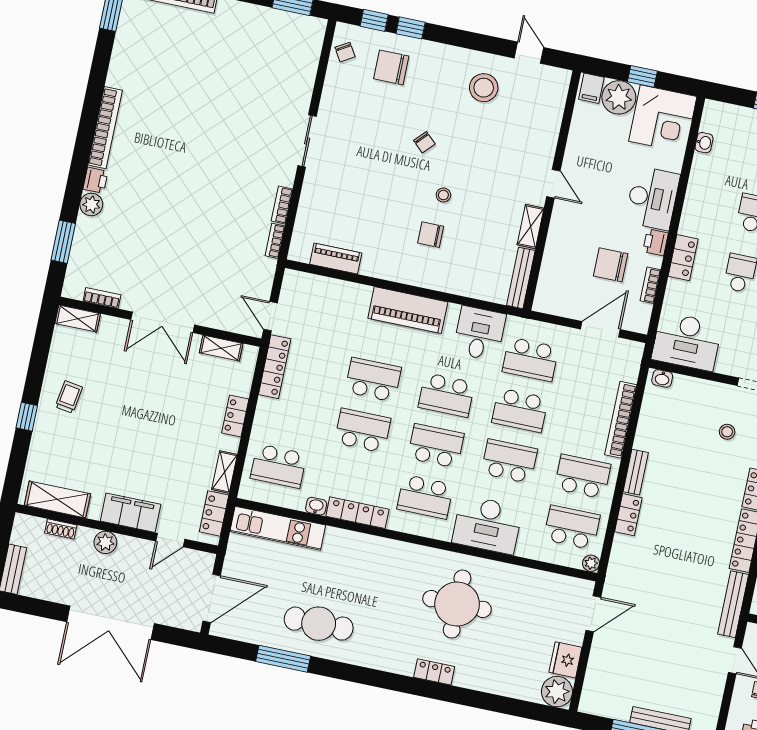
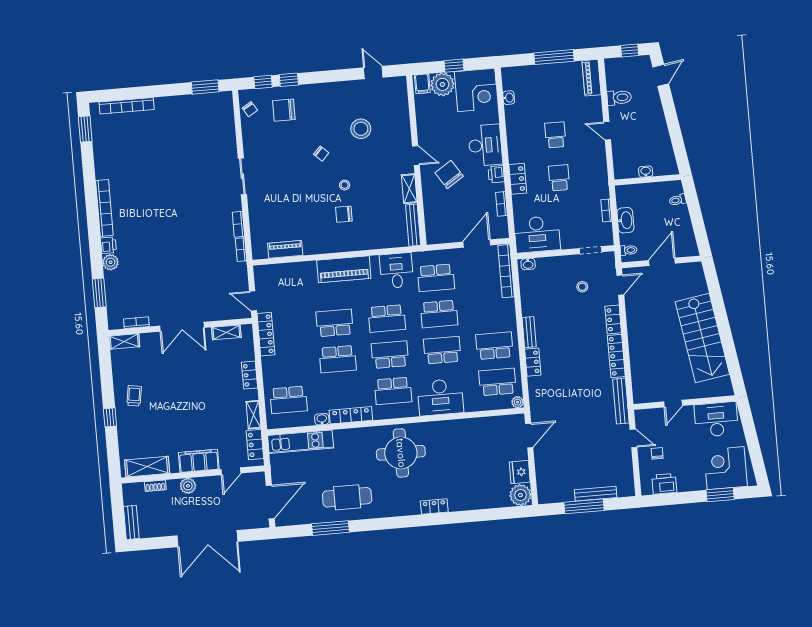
stool: (484, 88) -> (361, 129), moved
chair: (611, 265) -> (449, 174), moved, turned 57
bookcase: (621, 420) -> (506, 271), moved
school desk: (363, 431) -> (338, 359), turned 180
round table: (457, 604) -> (401, 453), moved

